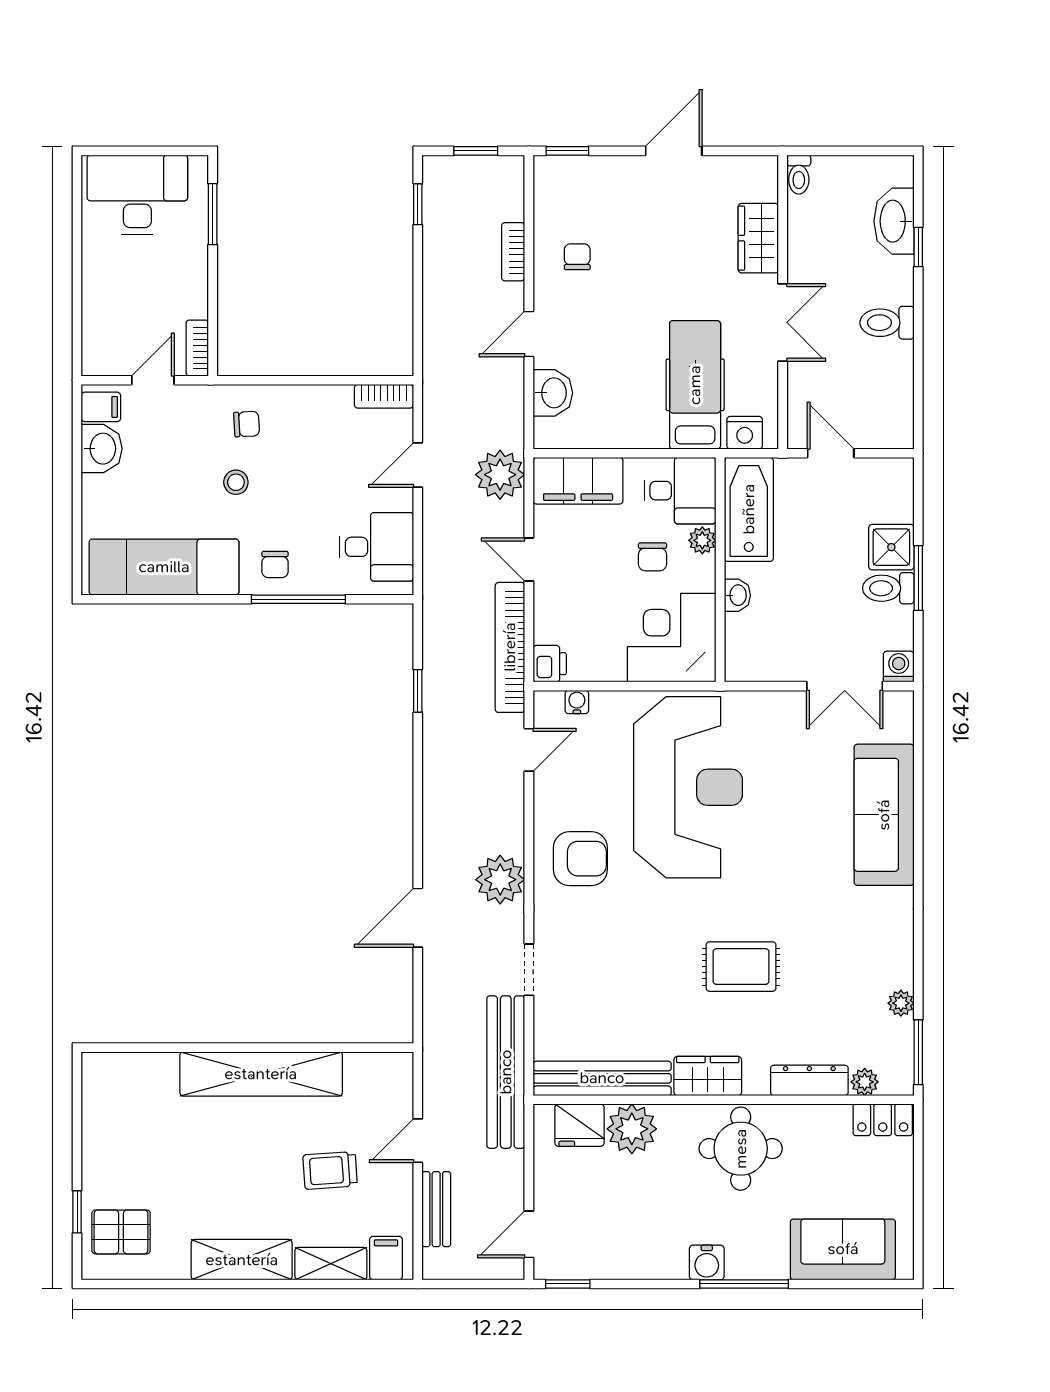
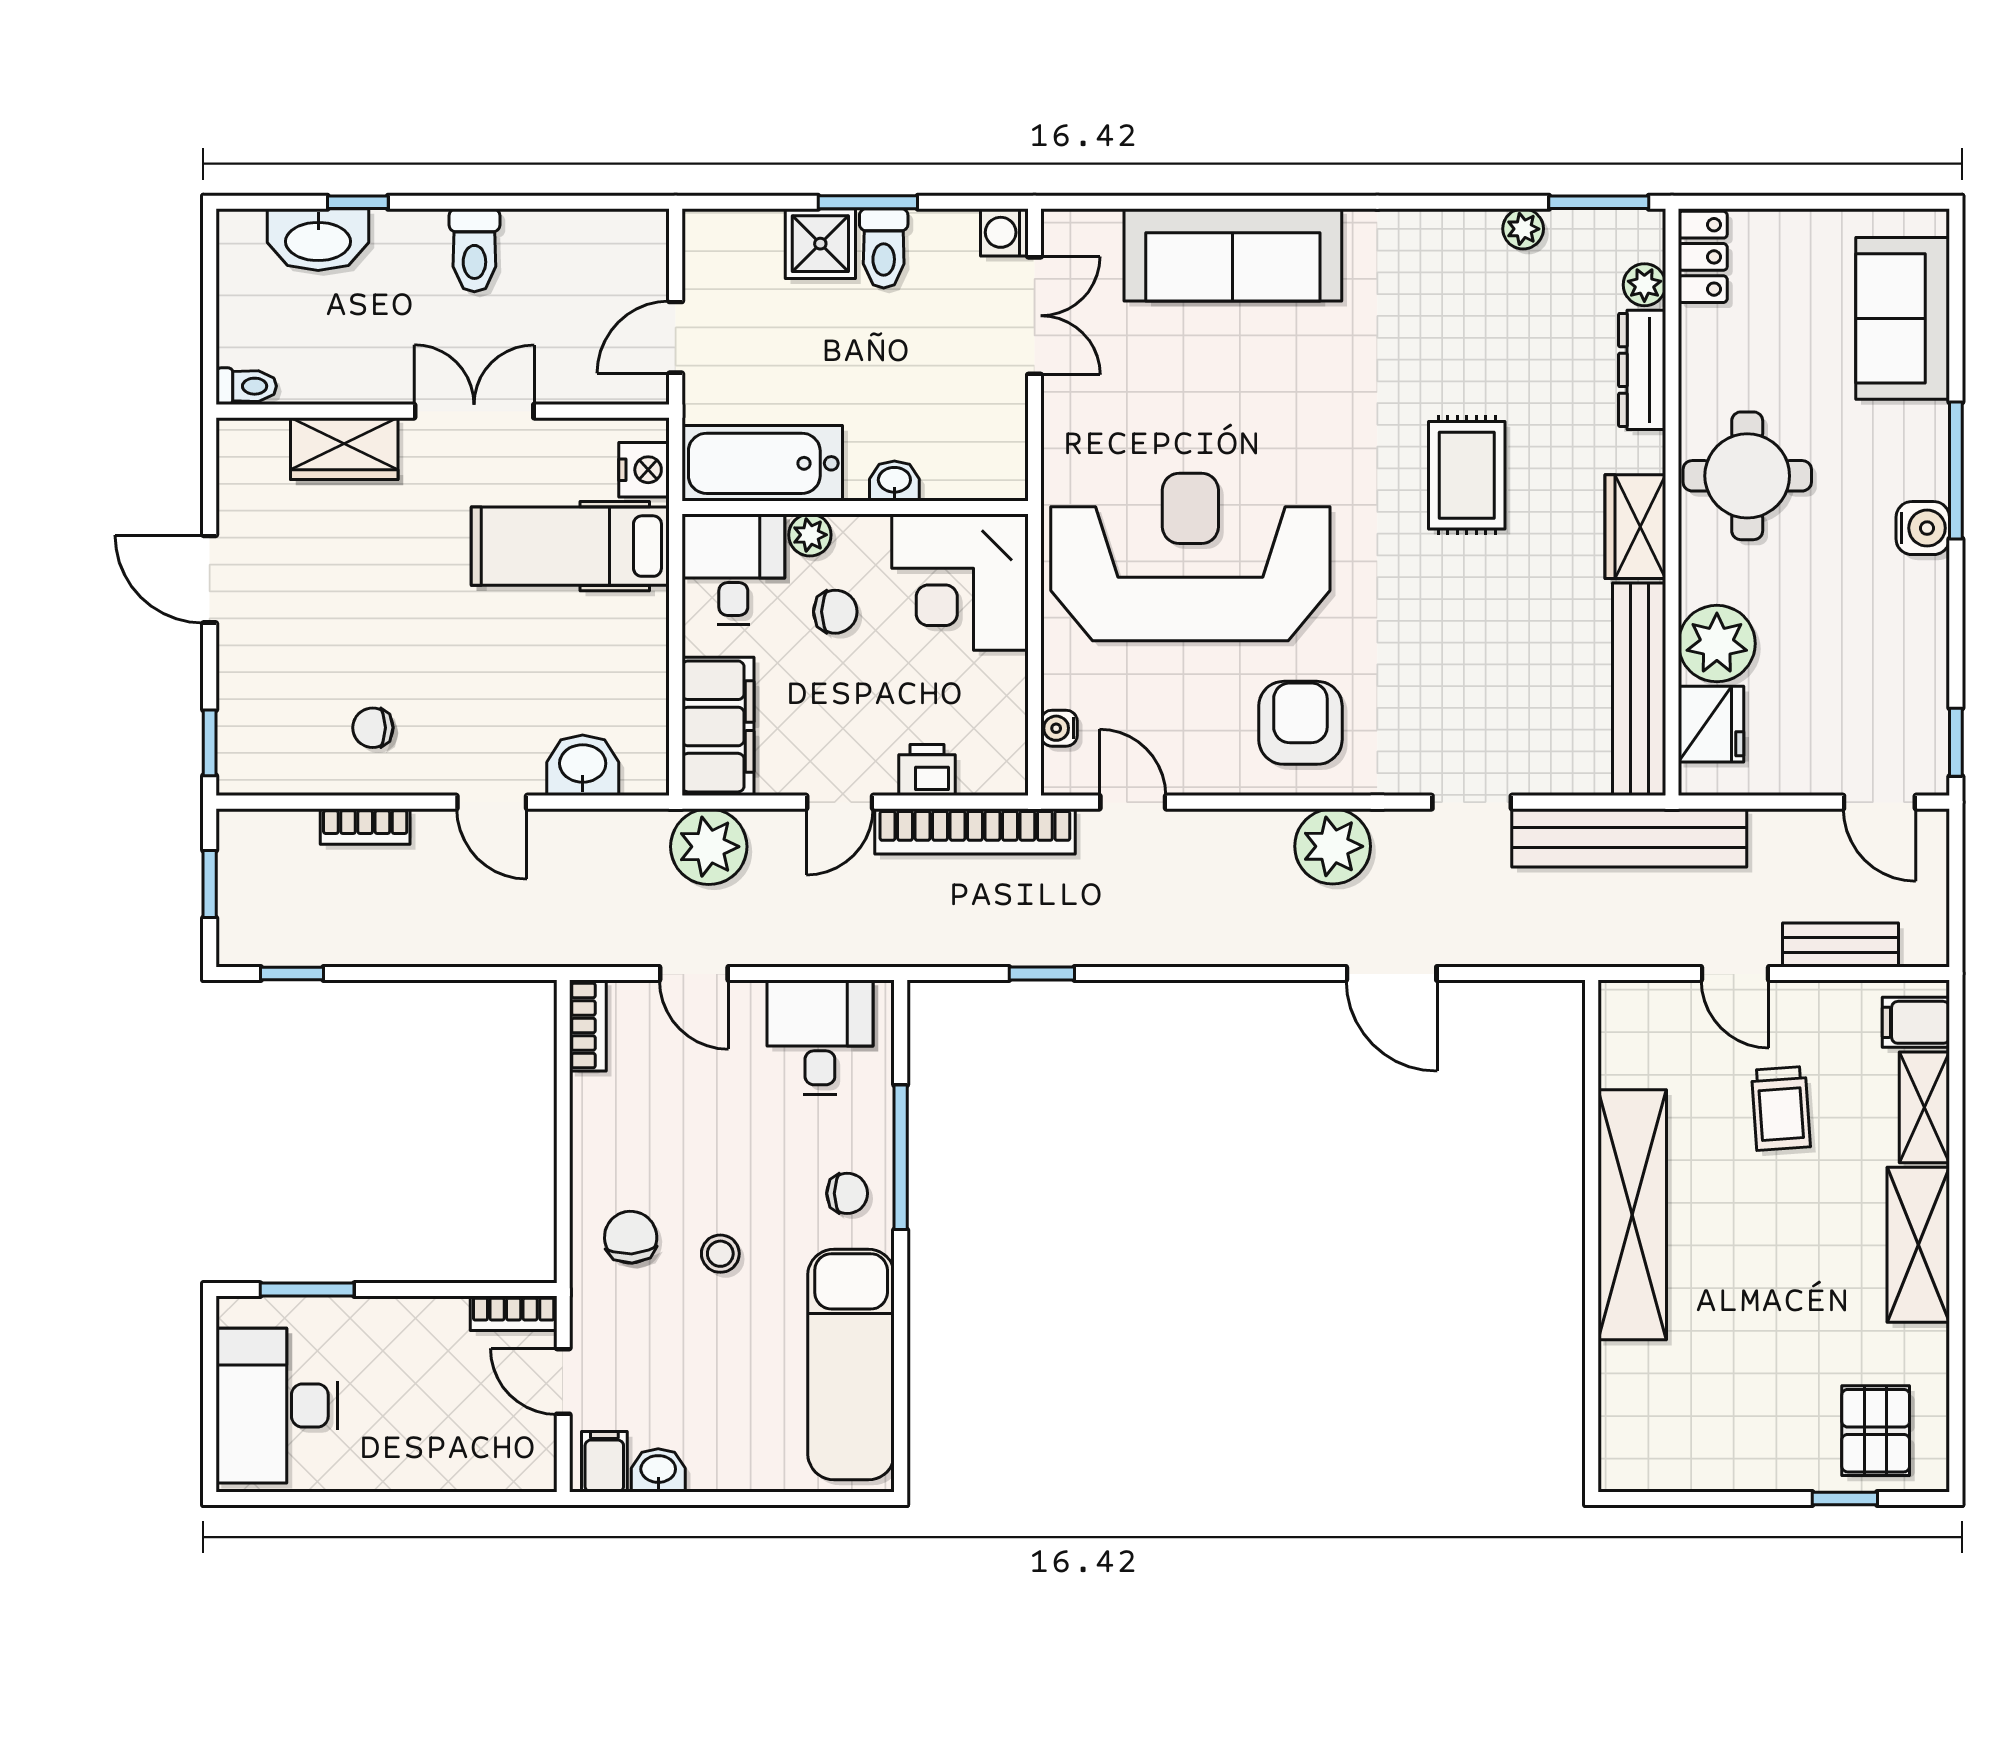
chair: (247, 424) -> (631, 1237), width x1.37, depth x1.37
washbasin: (102, 449) -> (658, 1470), width x0.72, depth x0.69
printer: (550, 664) -> (927, 770), moved

